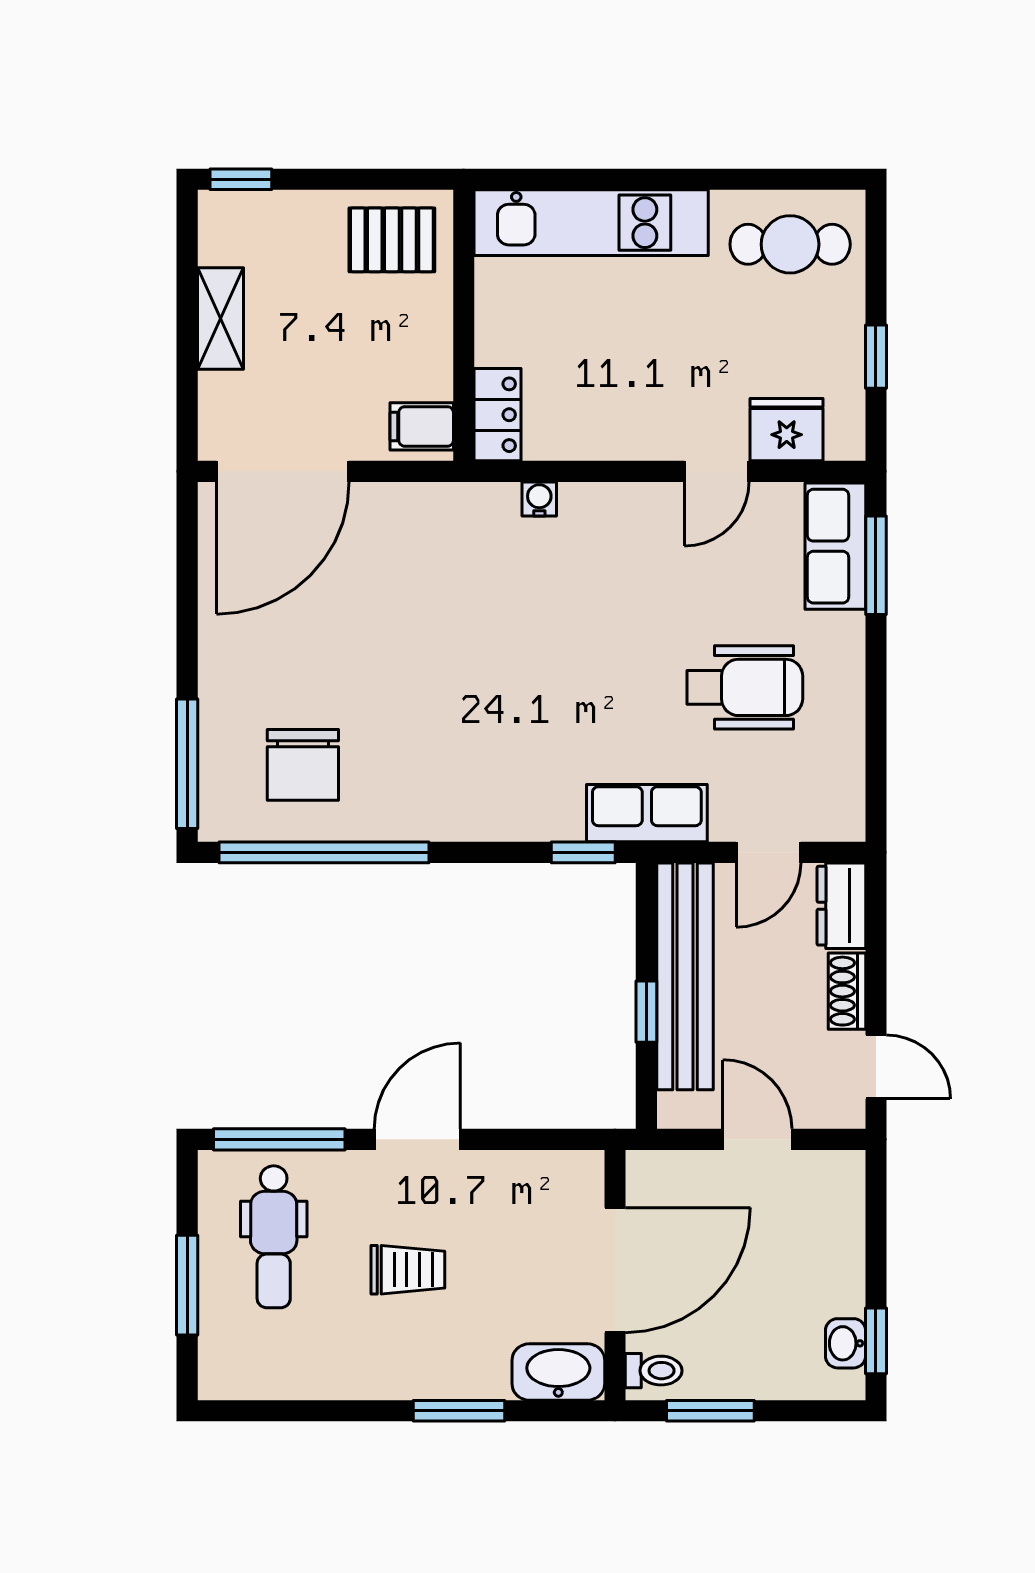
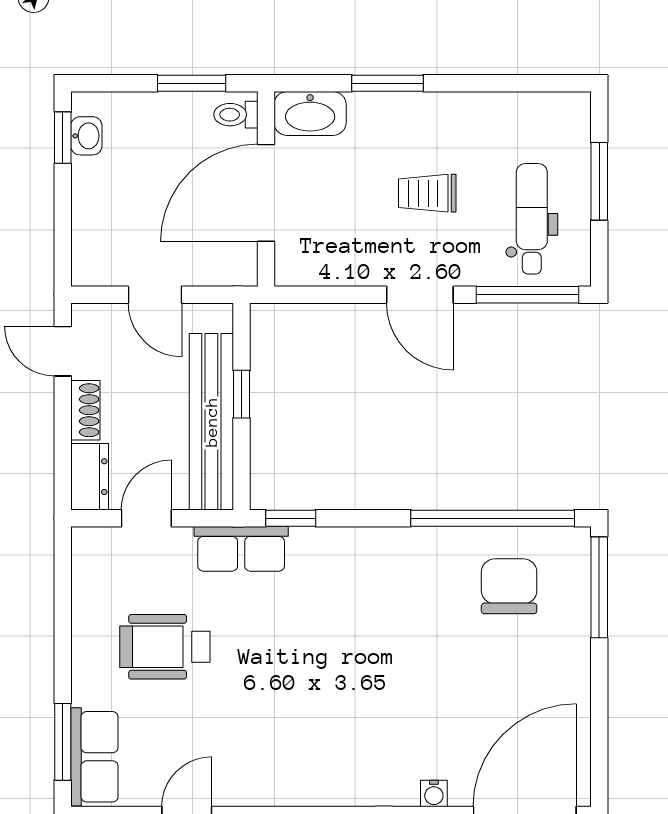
water cooler: (539, 499) -> (434, 793), moved
door: (417, 1139) -> (420, 295), hinge flipped

